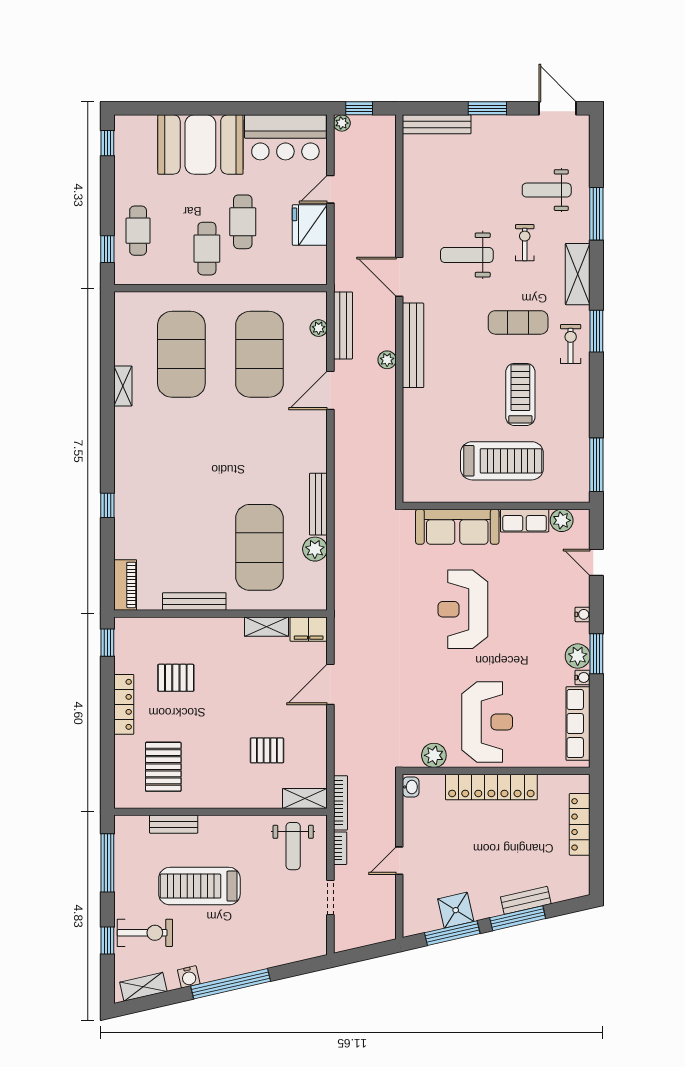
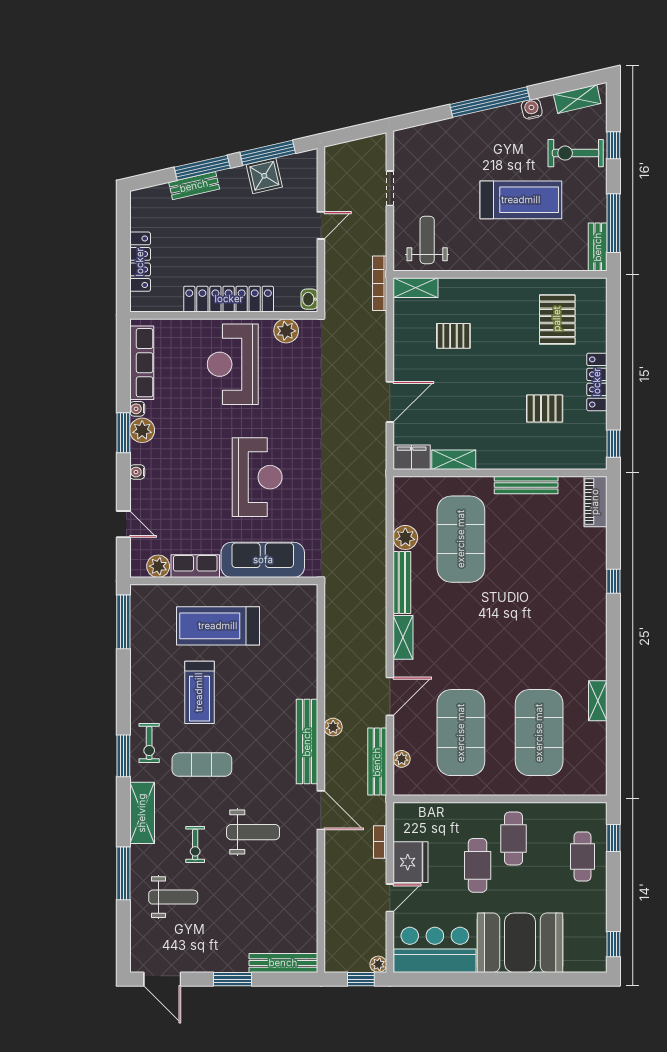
shelving: (317, 449) -> (403, 637), added
bench: (174, 824) -> (598, 247), moved, turned 90
bookcase: (340, 848) -> (380, 842), moved

